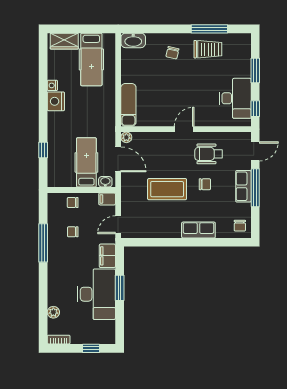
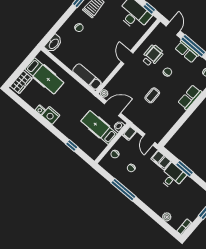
wheelchair: (209, 154) -> (152, 56), turned 180
coffee table: (167, 189) -> (152, 95), width x0.54, depth x0.58
desk: (96, 294) -> (173, 176), width x0.53, depth x0.77

